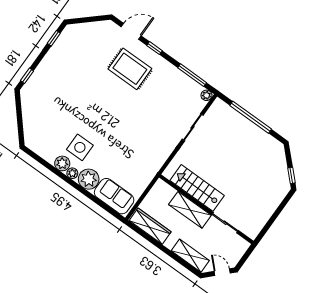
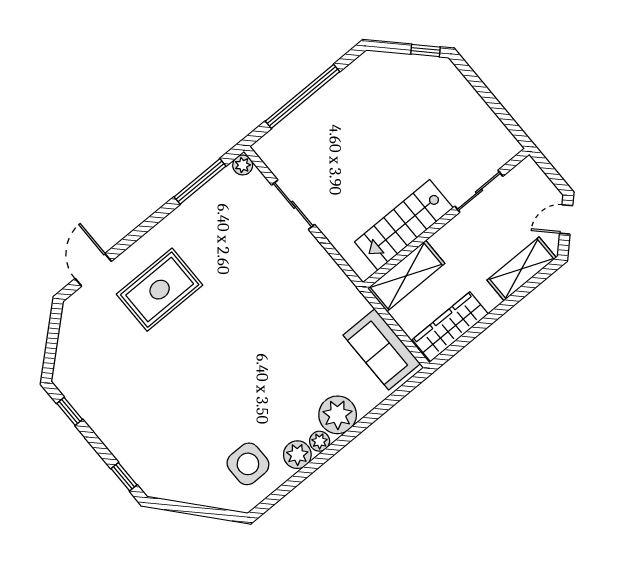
window: (154, 48) -> (134, 236), removed
side table: (80, 147) -> (248, 464), moved
sofa: (114, 196) -> (382, 349), moved, turned -90
shelving: (190, 210) -> (406, 276), moved

